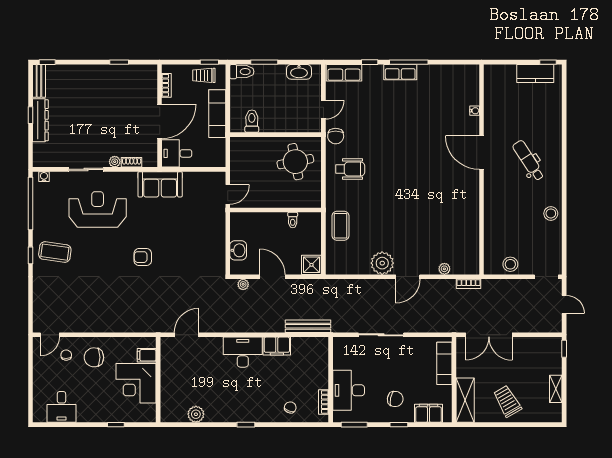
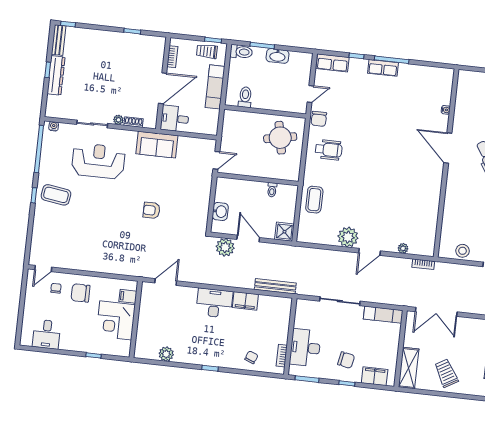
washbasin: (299, 72) -> (277, 56), moved
armchair: (143, 257) -> (152, 210), moved
plant: (243, 284) -> (225, 247), width x1.88, depth x1.88
exam couch: (444, 363) -> (383, 315), moved, turned -90

